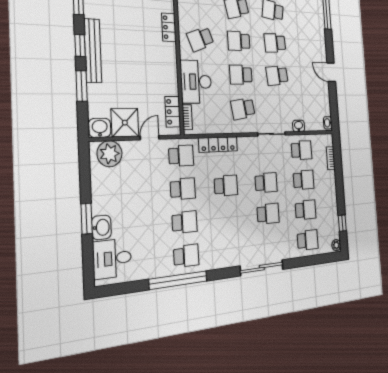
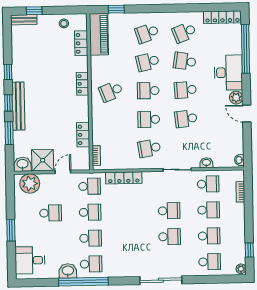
plant: (321, 55) -> (236, 98), added
desk: (196, 82) -> (228, 73), moved, turned 180
locker: (173, 112) -> (83, 135), moved
school desk: (226, 186) -> (51, 213), moved
washbasin: (101, 227) -> (68, 271), moved, turned -90

